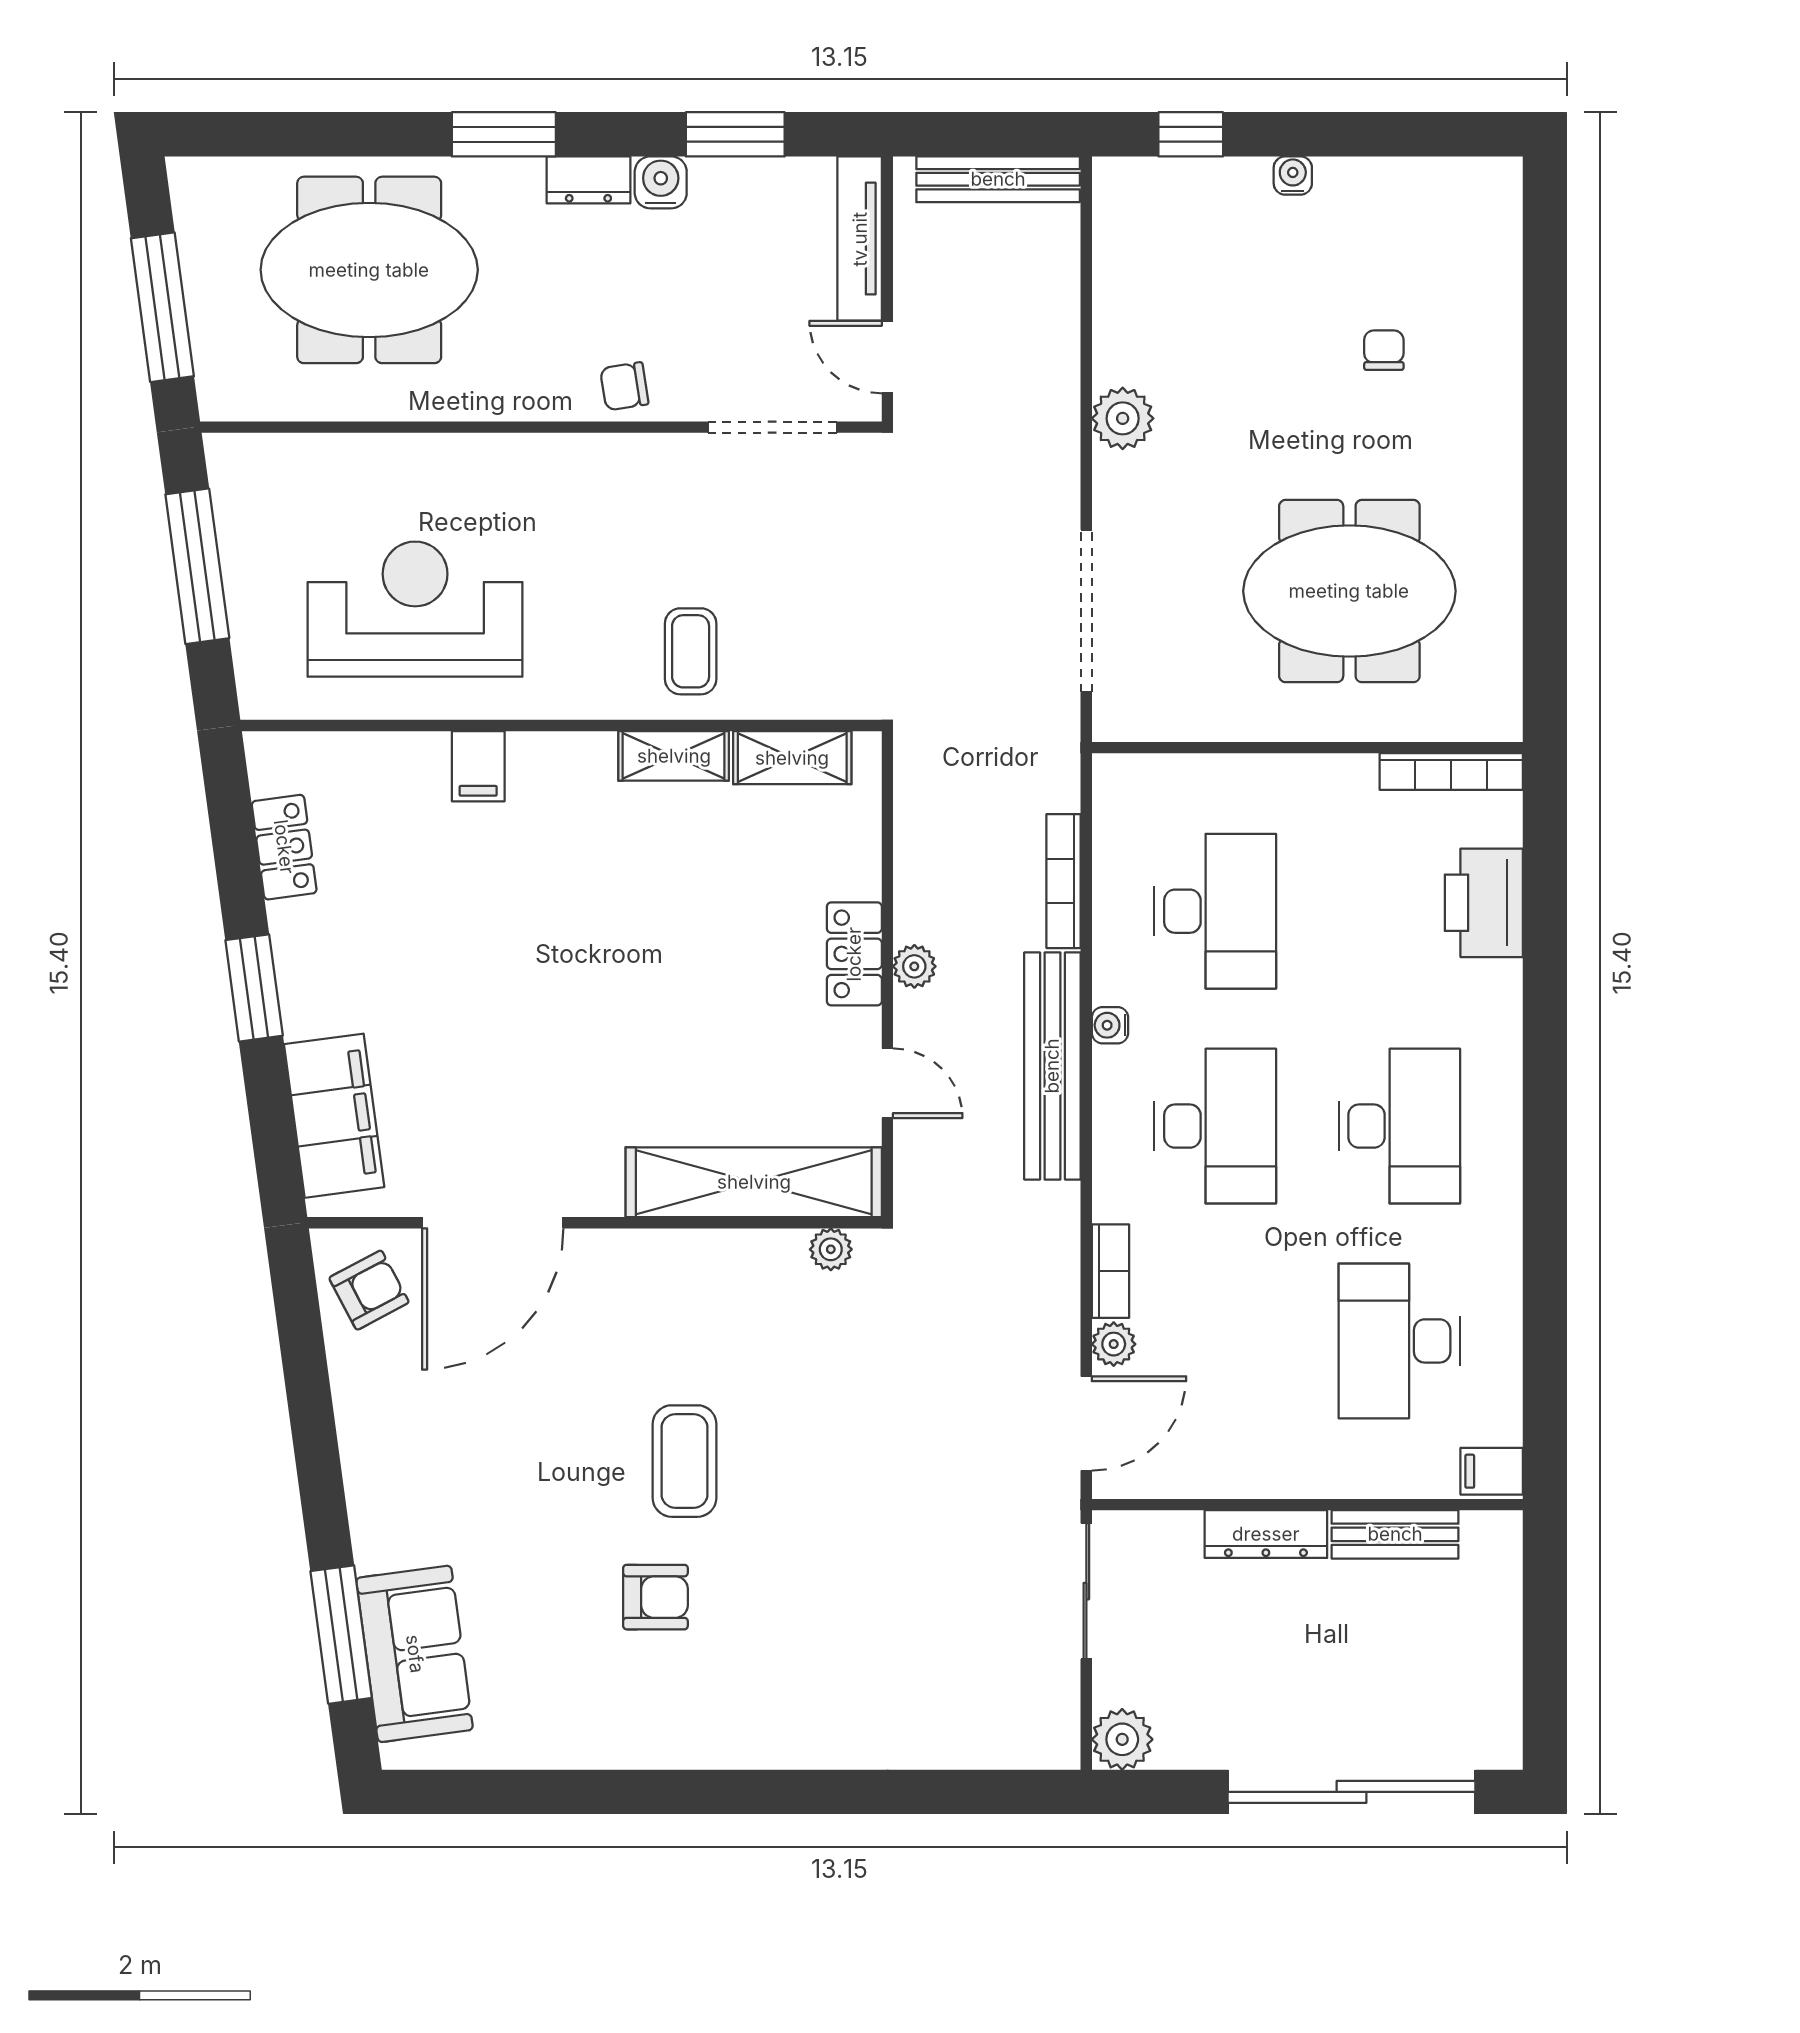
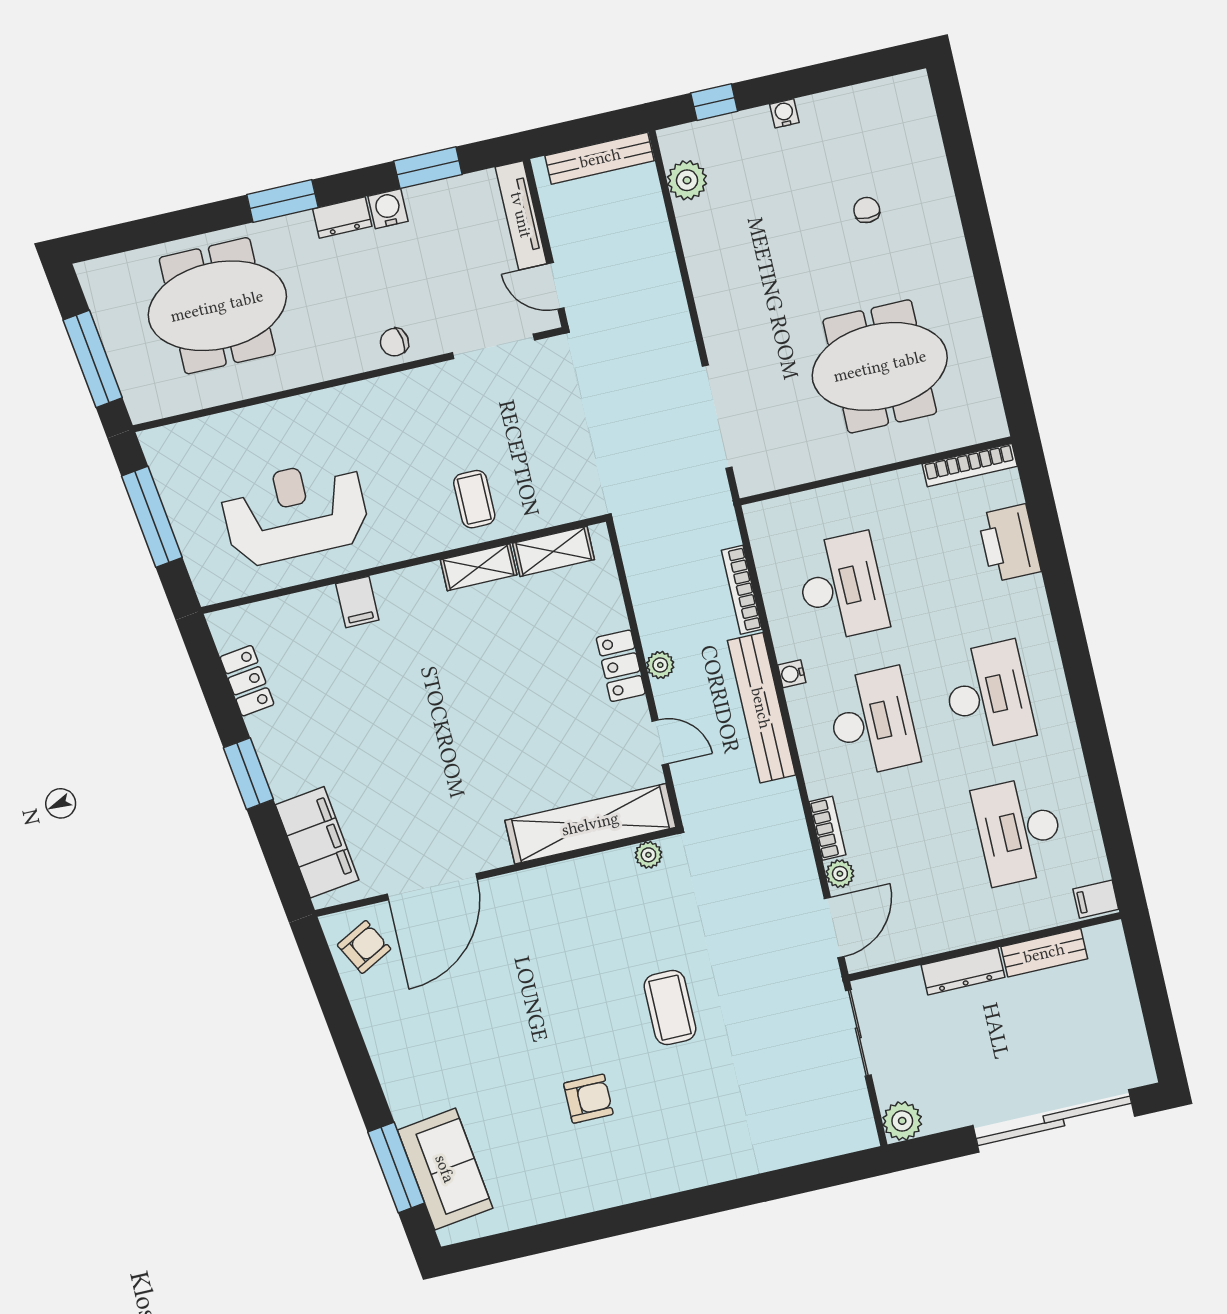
plant: (1123, 418) -> (687, 180), moved
coffee table: (685, 1461) -> (670, 1008), moved

